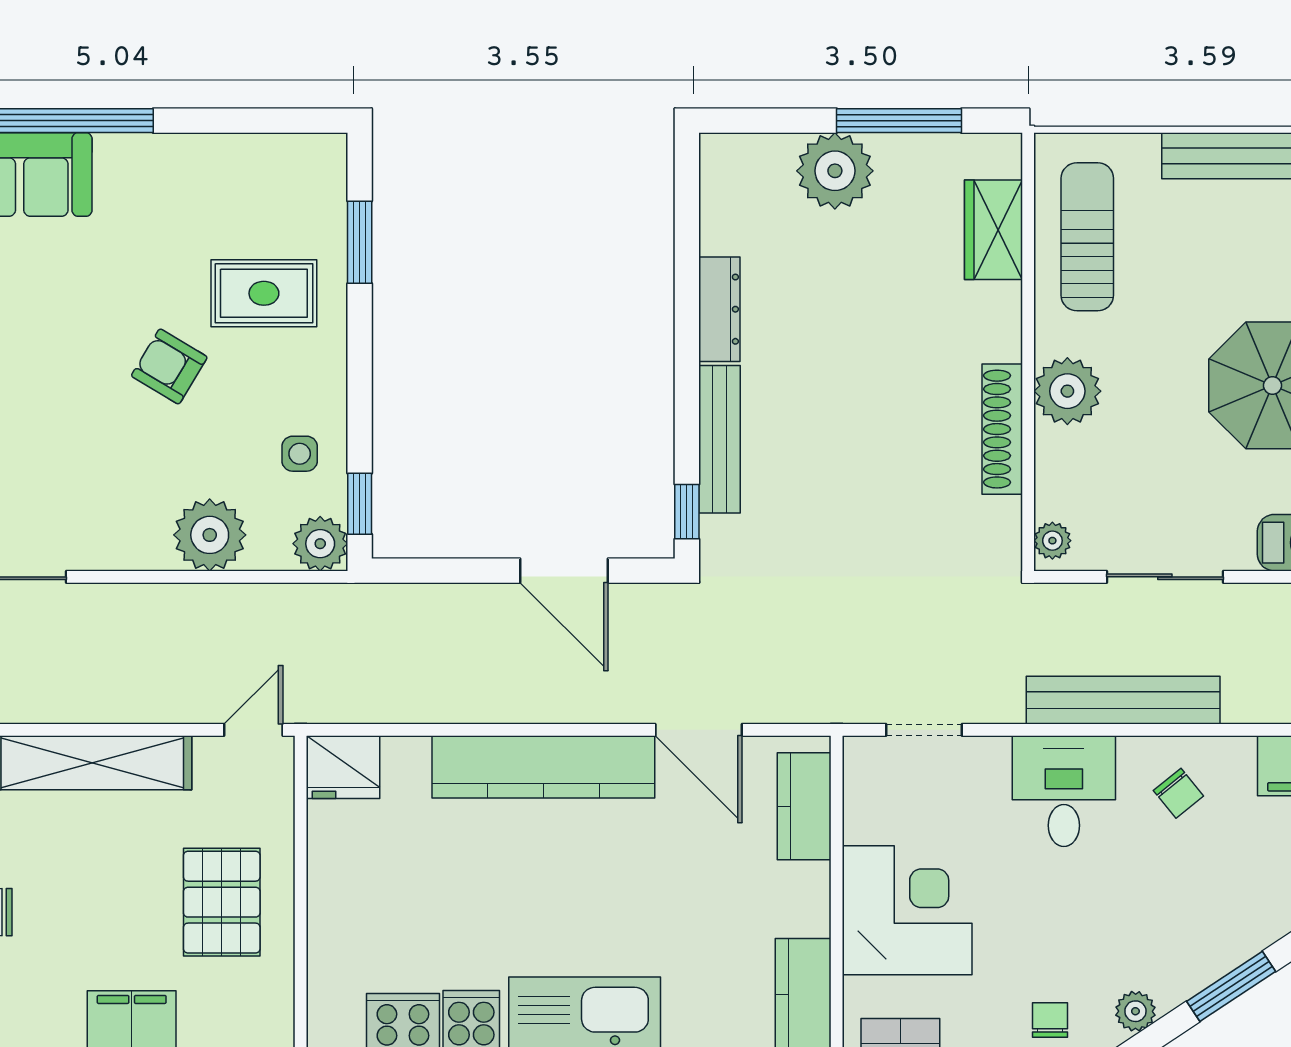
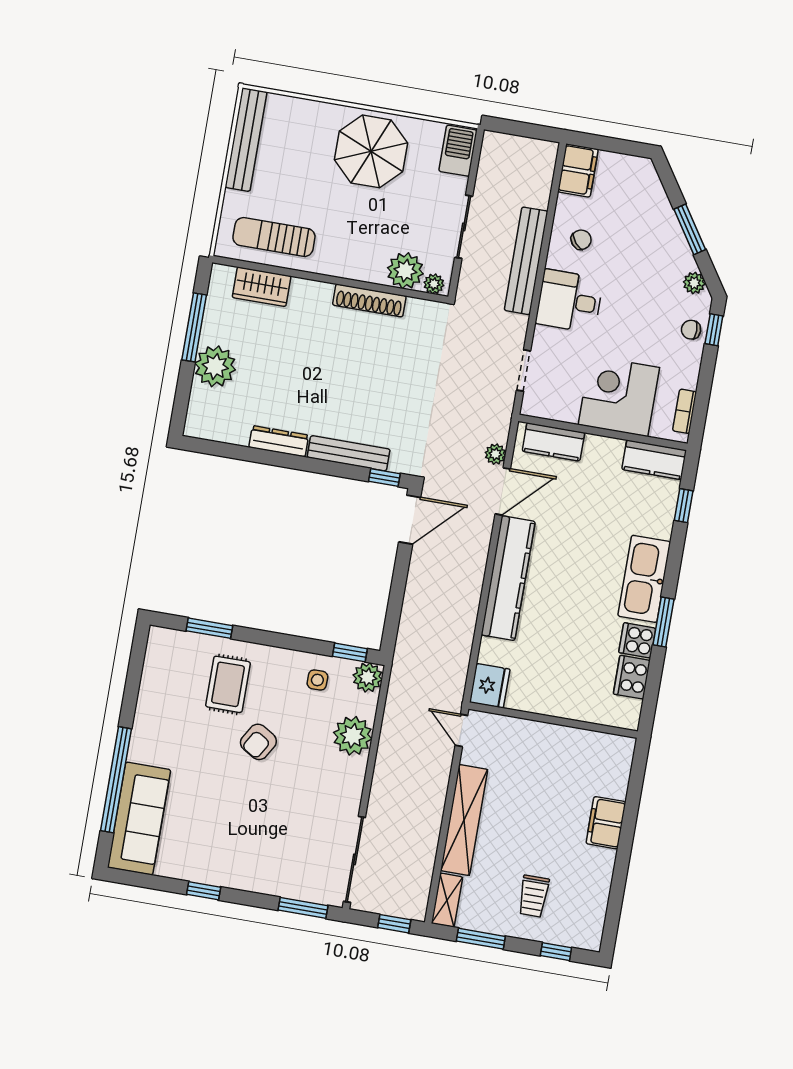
plant: (1067, 391) -> (405, 271), moved
door: (564, 571) -> (410, 520), moved
plant: (764, 705) -> (495, 454), added
pallet: (222, 902) -> (551, 763), removed

